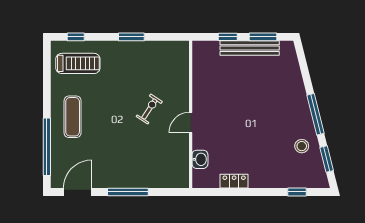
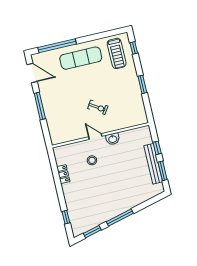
exercise mat: (73, 117) -> (81, 58), width x1.36, depth x1.45
stool: (302, 146) -> (92, 160), moved
washbasin: (200, 159) -> (113, 139), moved

